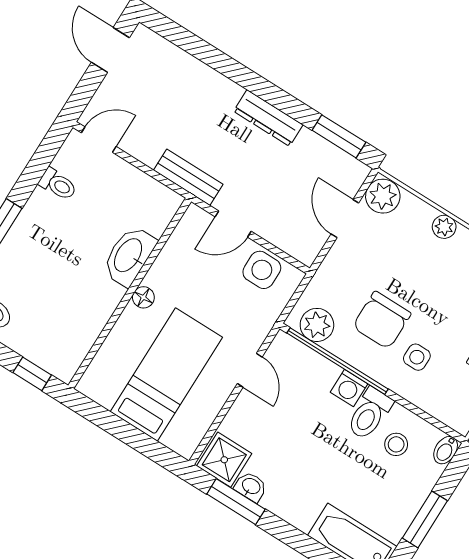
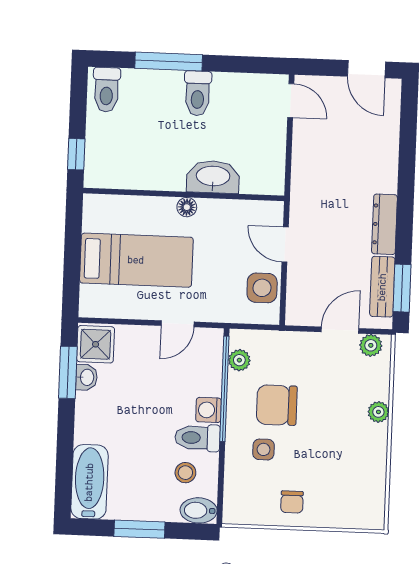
door: (110, 50) -> (367, 69), swing flipped
bench: (188, 177) -> (382, 287), moved
toilet: (58, 184) -> (198, 93), moved, width x1.37, depth x1.39
plant: (383, 196) -> (371, 345), width x0.73, depth x0.73
plant: (317, 325) -> (239, 360), width x0.73, depth x0.73
bidet: (446, 450) -> (199, 510), width x1.38, depth x1.36

